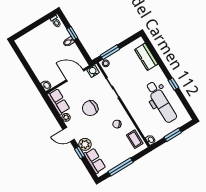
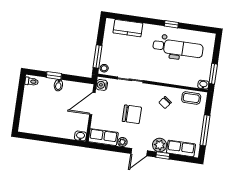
chair: (90, 108) -> (132, 114), turned -90
window: (173, 135) -> (213, 74), moved

